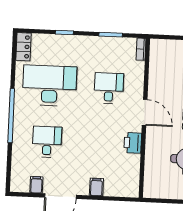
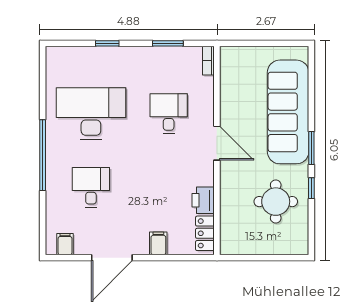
locker: (23, 47) -> (205, 233), moved, turned 180
printer: (133, 143) -> (203, 200), moved
filing cabinet: (36, 185) -> (65, 244), moved

